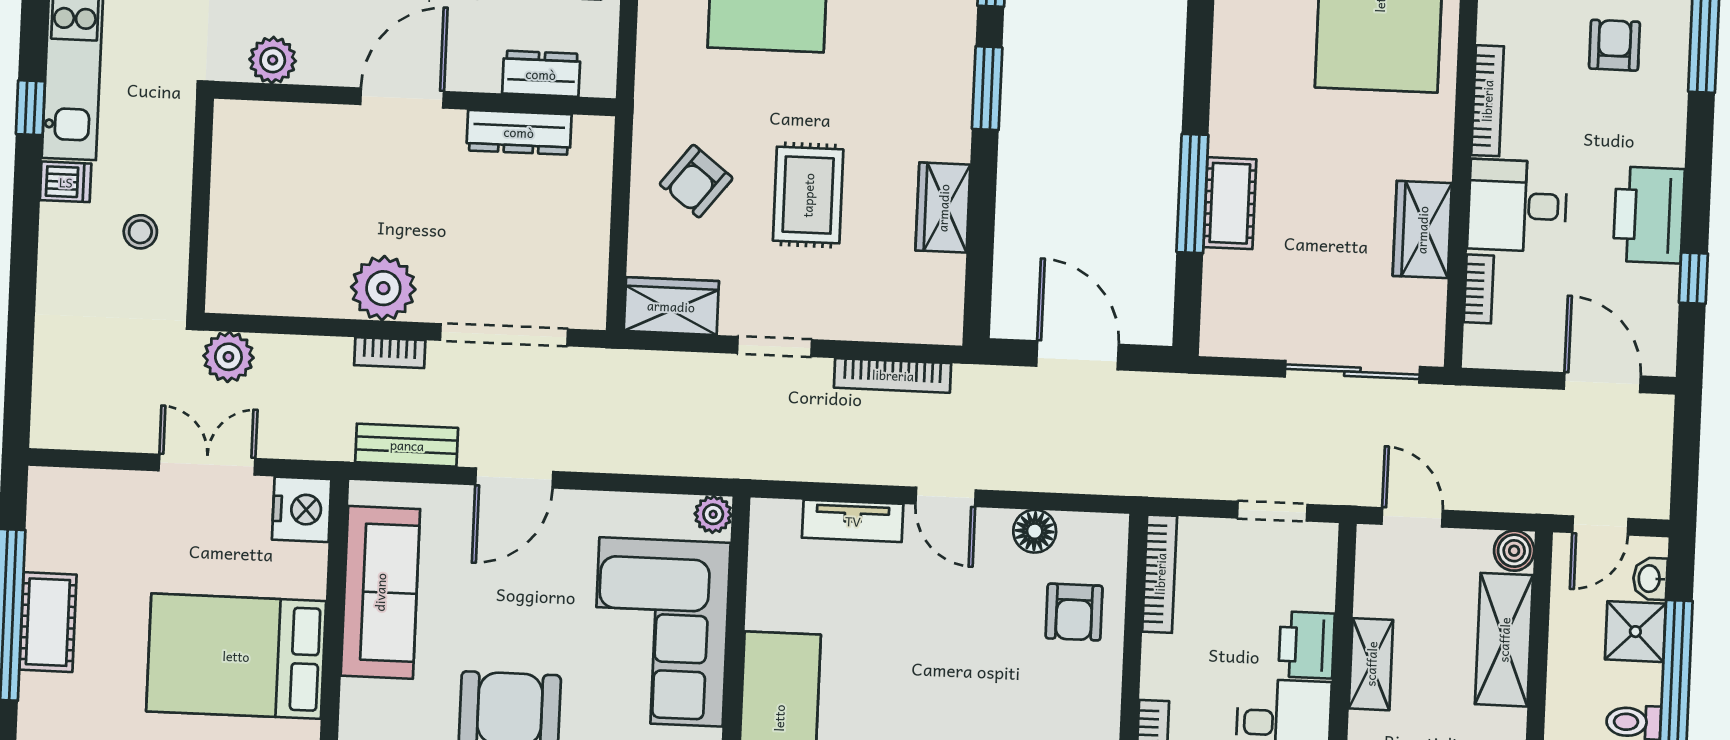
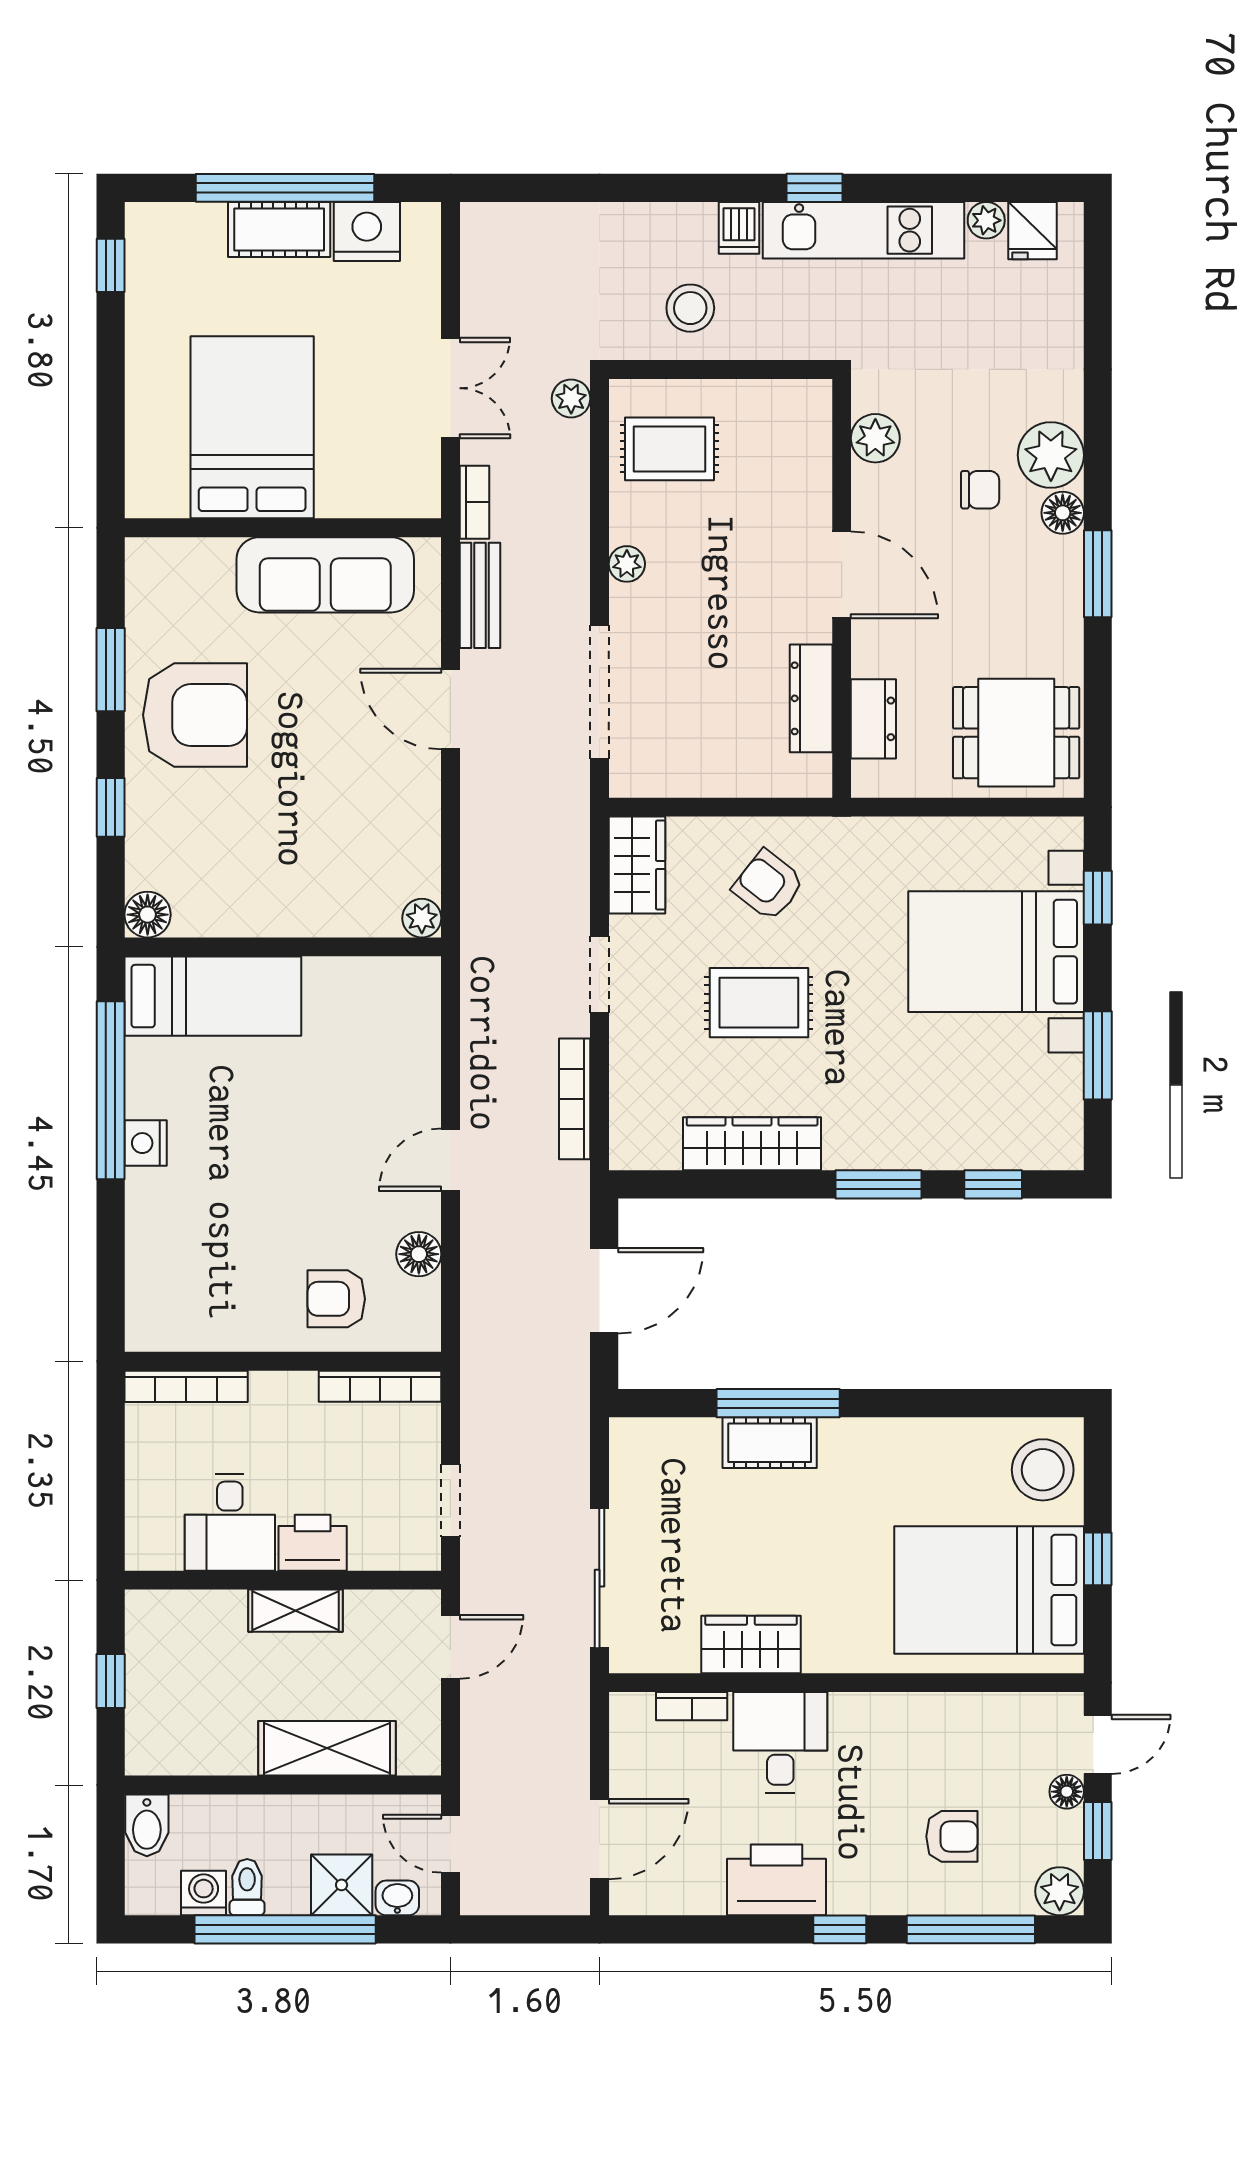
bookcase: (1487, 101) -> (888, 1707), removed
wardrobe: (943, 208) -> (752, 1144), width x1.50
stool: (140, 232) -> (690, 308), width x1.37, depth x1.37
rug: (274, 258) -> (669, 449), added
window: (1693, 278) -> (840, 1929), moved
plant: (383, 288) -> (627, 564), width x0.53, depth x0.53
bookcase: (390, 353) -> (474, 502), moved, turned 180
plant: (228, 357) -> (571, 398), width x0.73, depth x0.73
nightstand: (302, 509) -> (367, 231), moved, turned 180
tv unit: (853, 521) -> (421, 1064), removed
boiler: (1514, 551) -> (420, 1755), removed
corner sofa: (661, 632) -> (297, 869), removed

